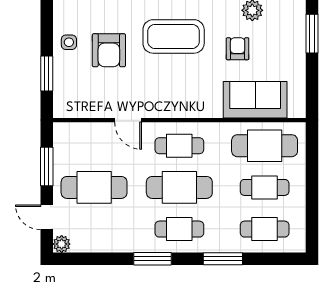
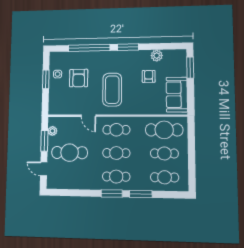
coffee table: (174, 36) -> (112, 90), moved, turned 90
window: (47, 73) -> (46, 79), moved
sofa: (255, 100) -> (177, 95), moved, turned -90
cafe table: (179, 187) -> (116, 153), width x0.73, depth x0.74
plant: (62, 244) -> (52, 131), moved
window: (153, 259) -> (112, 193), moved

